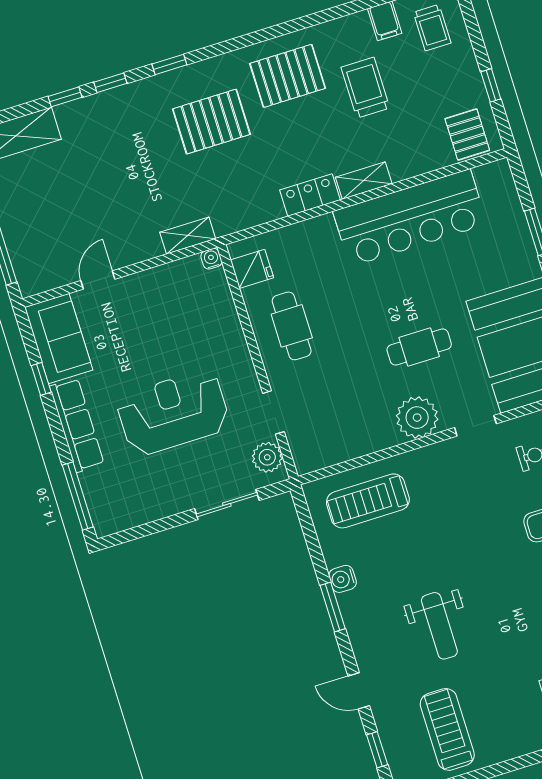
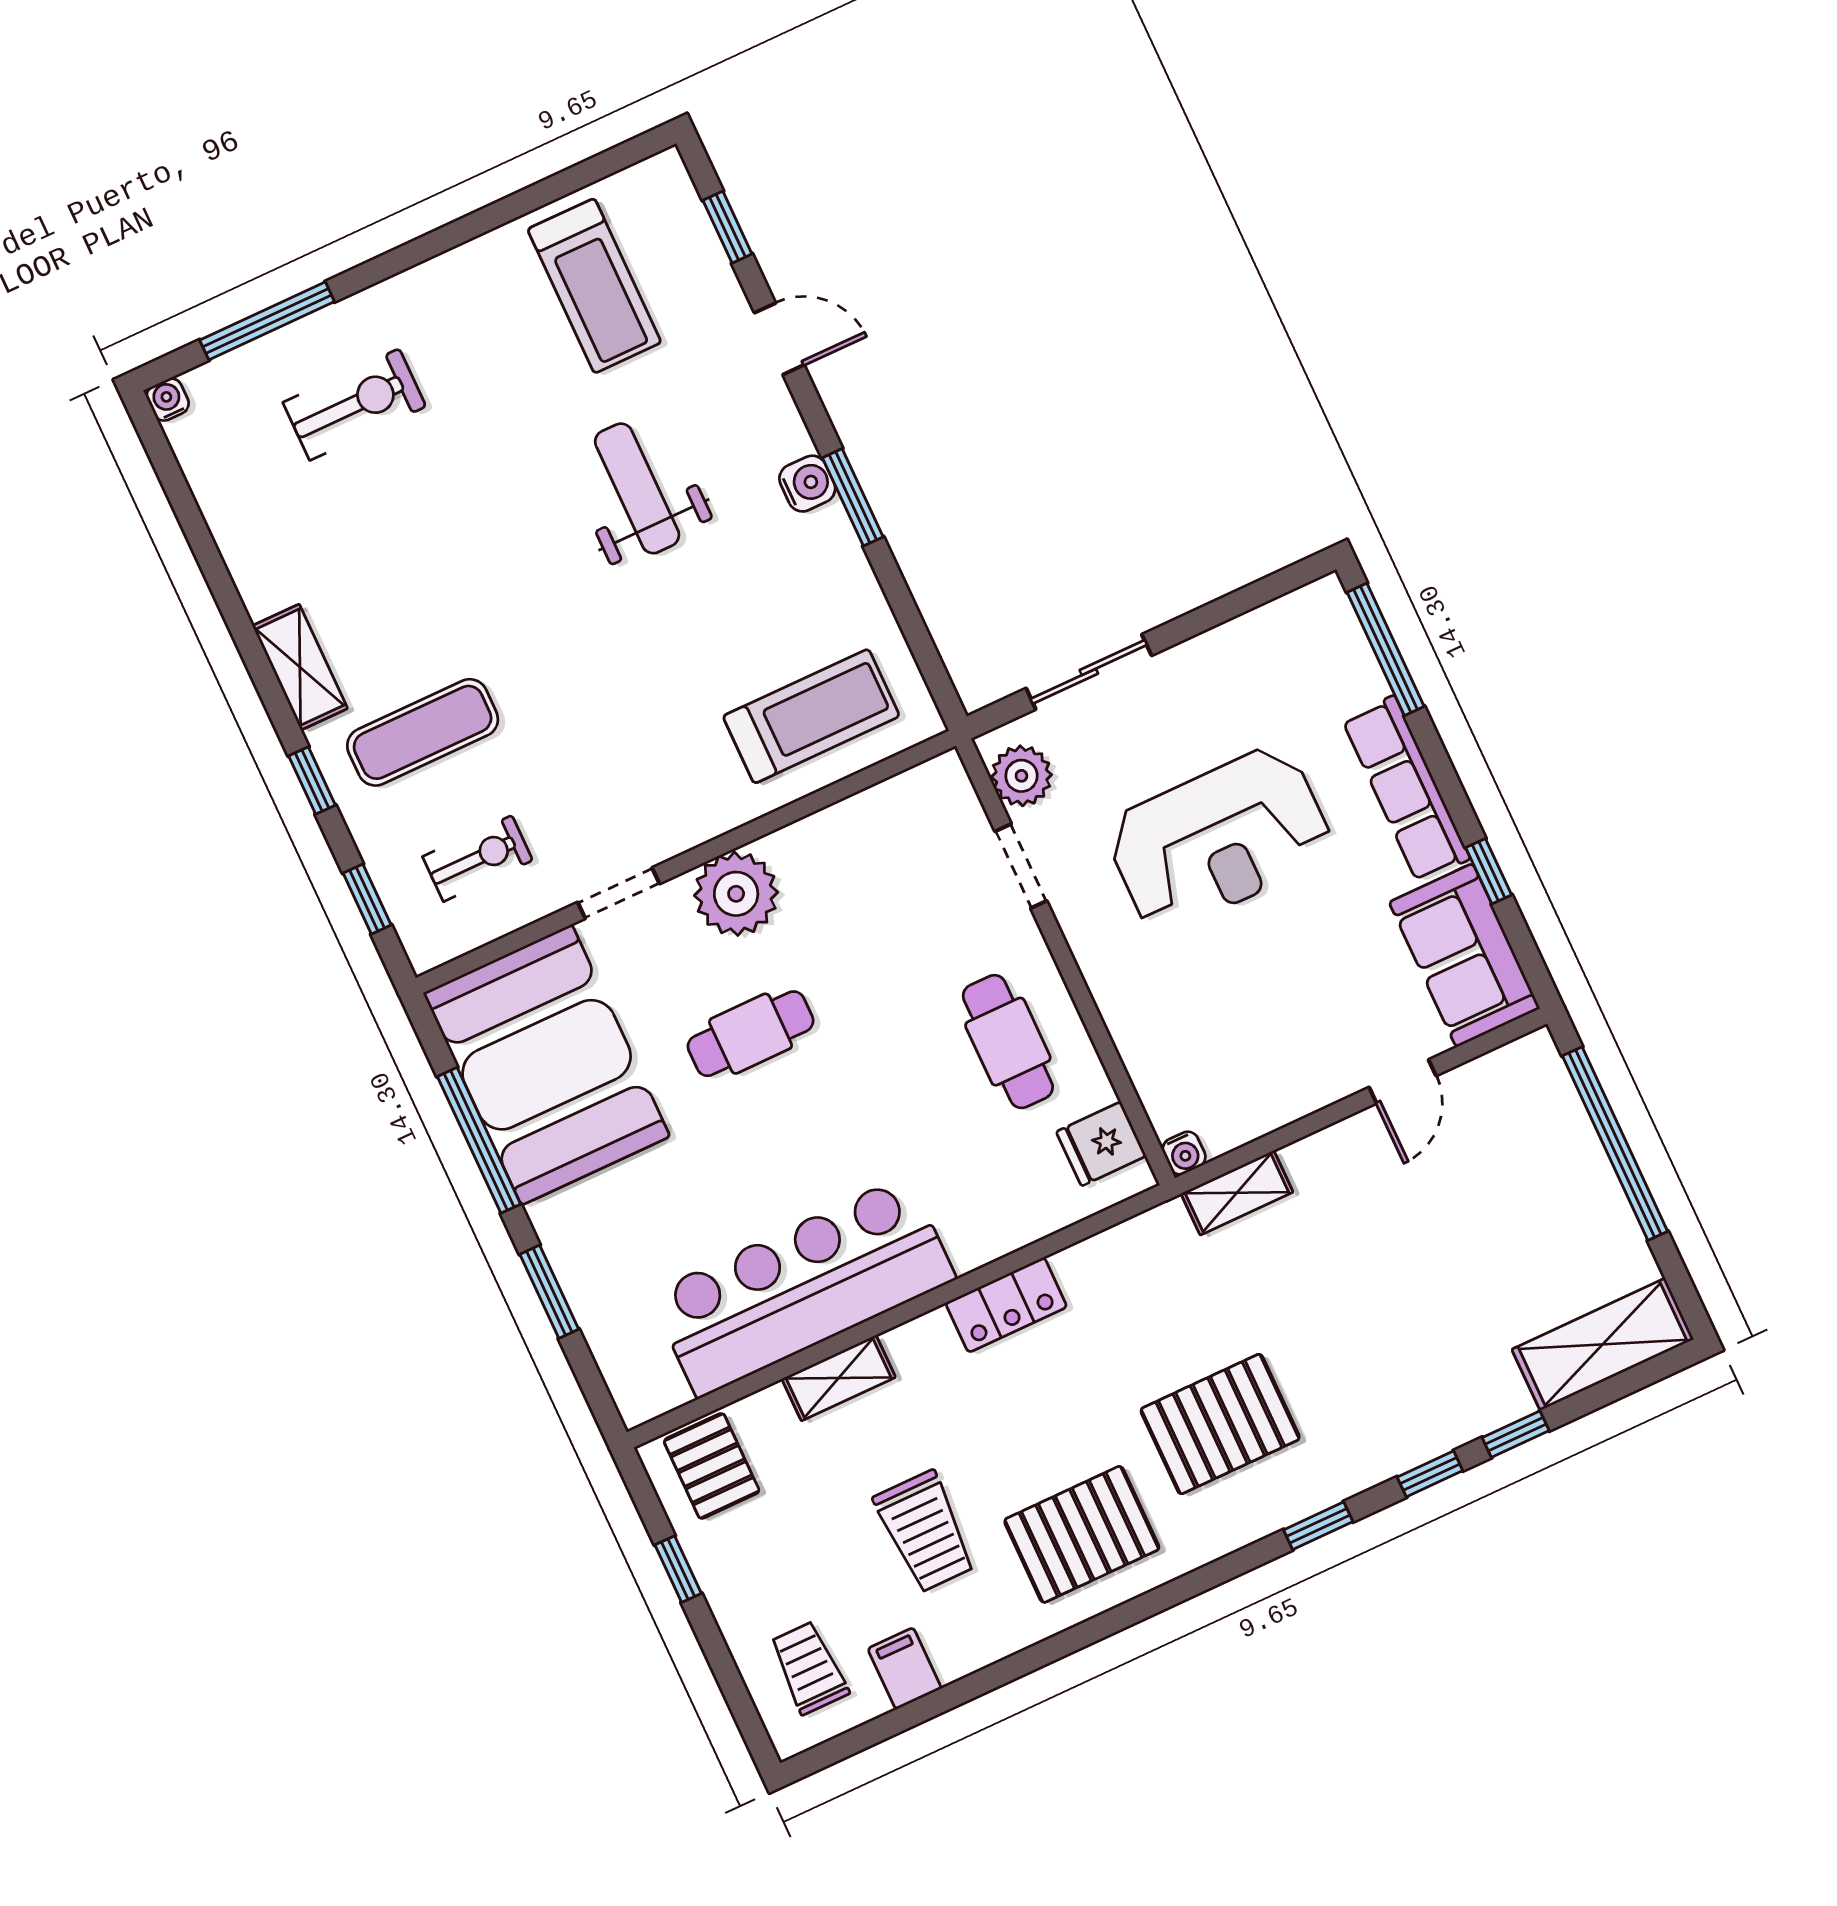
shelving: (364, 181) -> (839, 1378), moved
water cooler: (343, 579) -> (807, 484), moved

